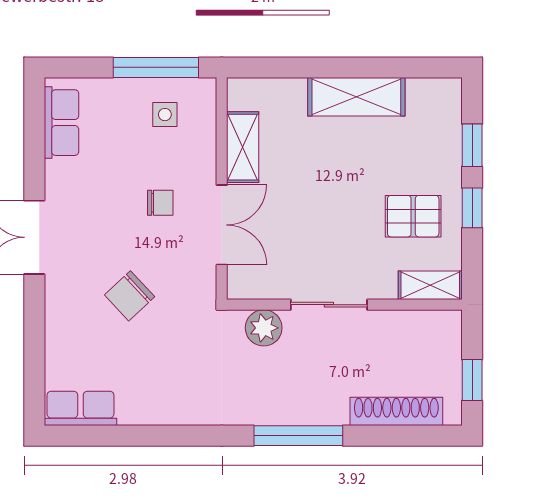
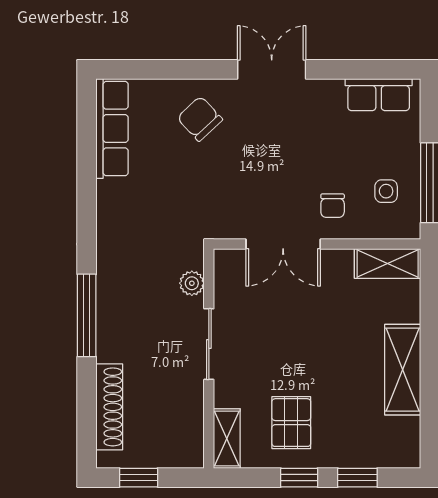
shelving: (243, 147) -> (388, 264), moved
chair: (160, 203) -> (333, 206), moved
chair: (130, 296) -> (200, 119), moved
plant: (264, 328) -> (192, 283), width x0.73, depth x0.73
row of seats: (80, 408) -> (112, 129), width x1.48

